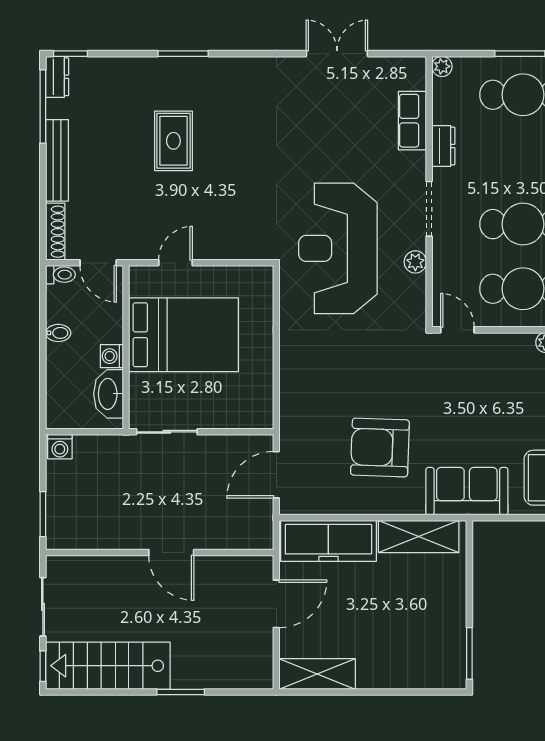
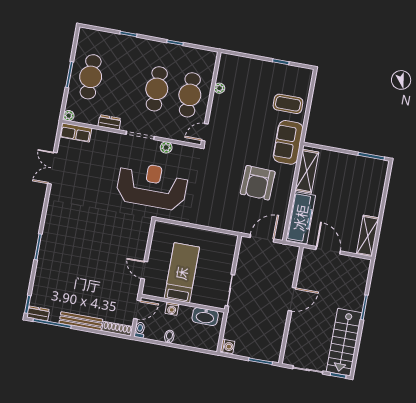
row of seats: (412, 121) -> (76, 132), moved
rug: (173, 141) -> (82, 260), removed
reception desk: (338, 248) -> (152, 186), turned 180
bed: (184, 335) -> (182, 273), width x0.67
washing machine: (112, 356) -> (172, 309), moved
door: (276, 475) -> (262, 238), swing flipped

